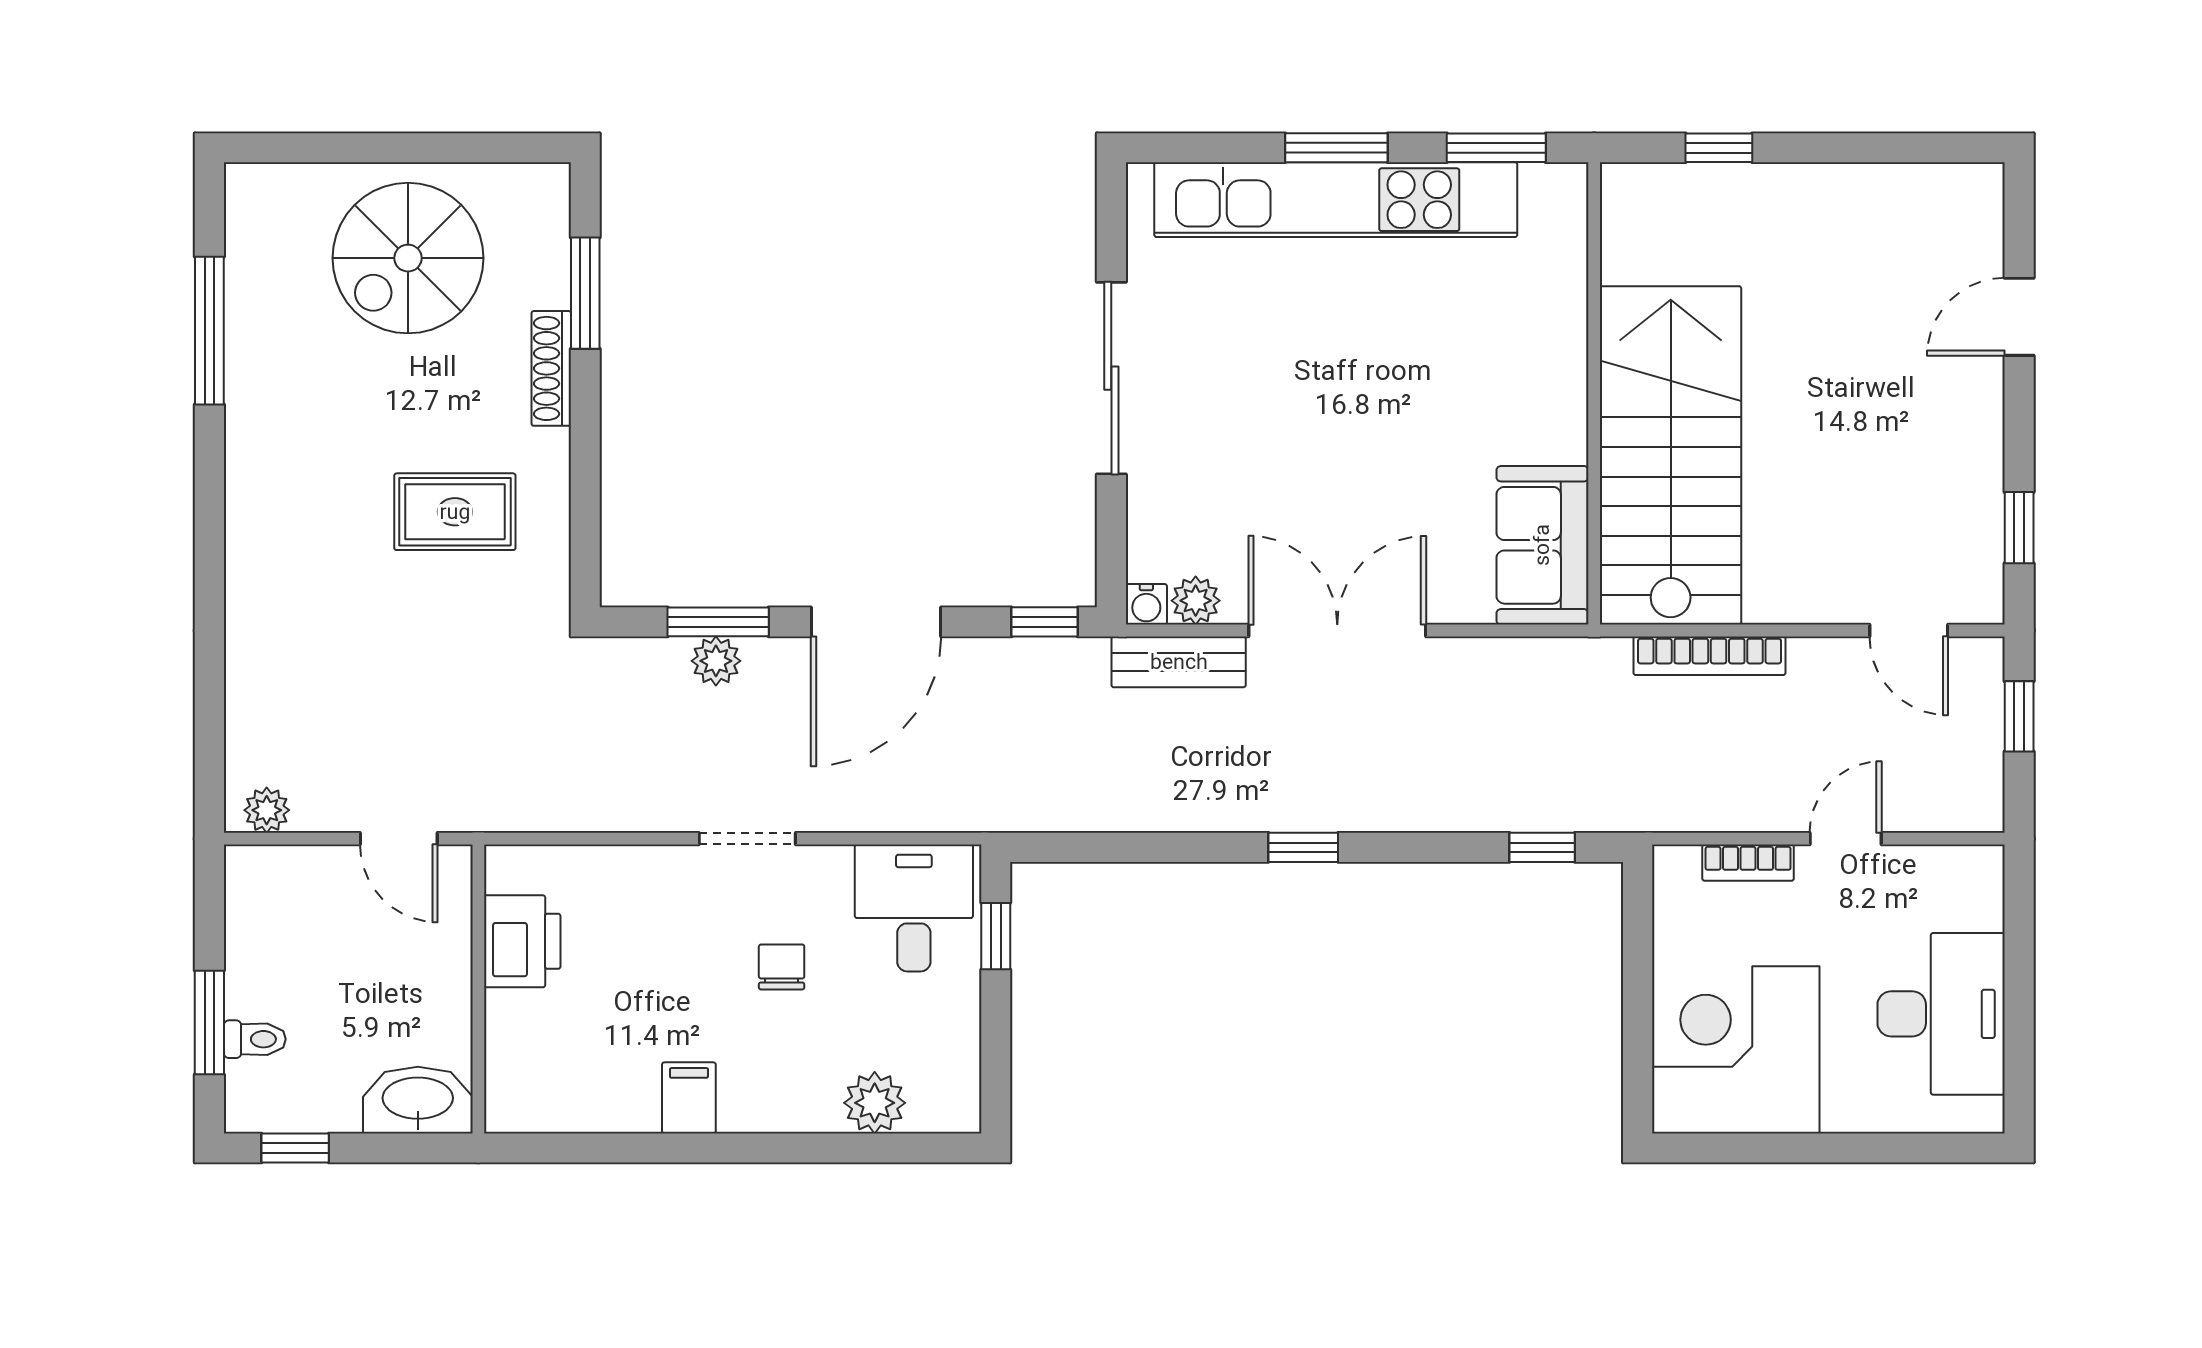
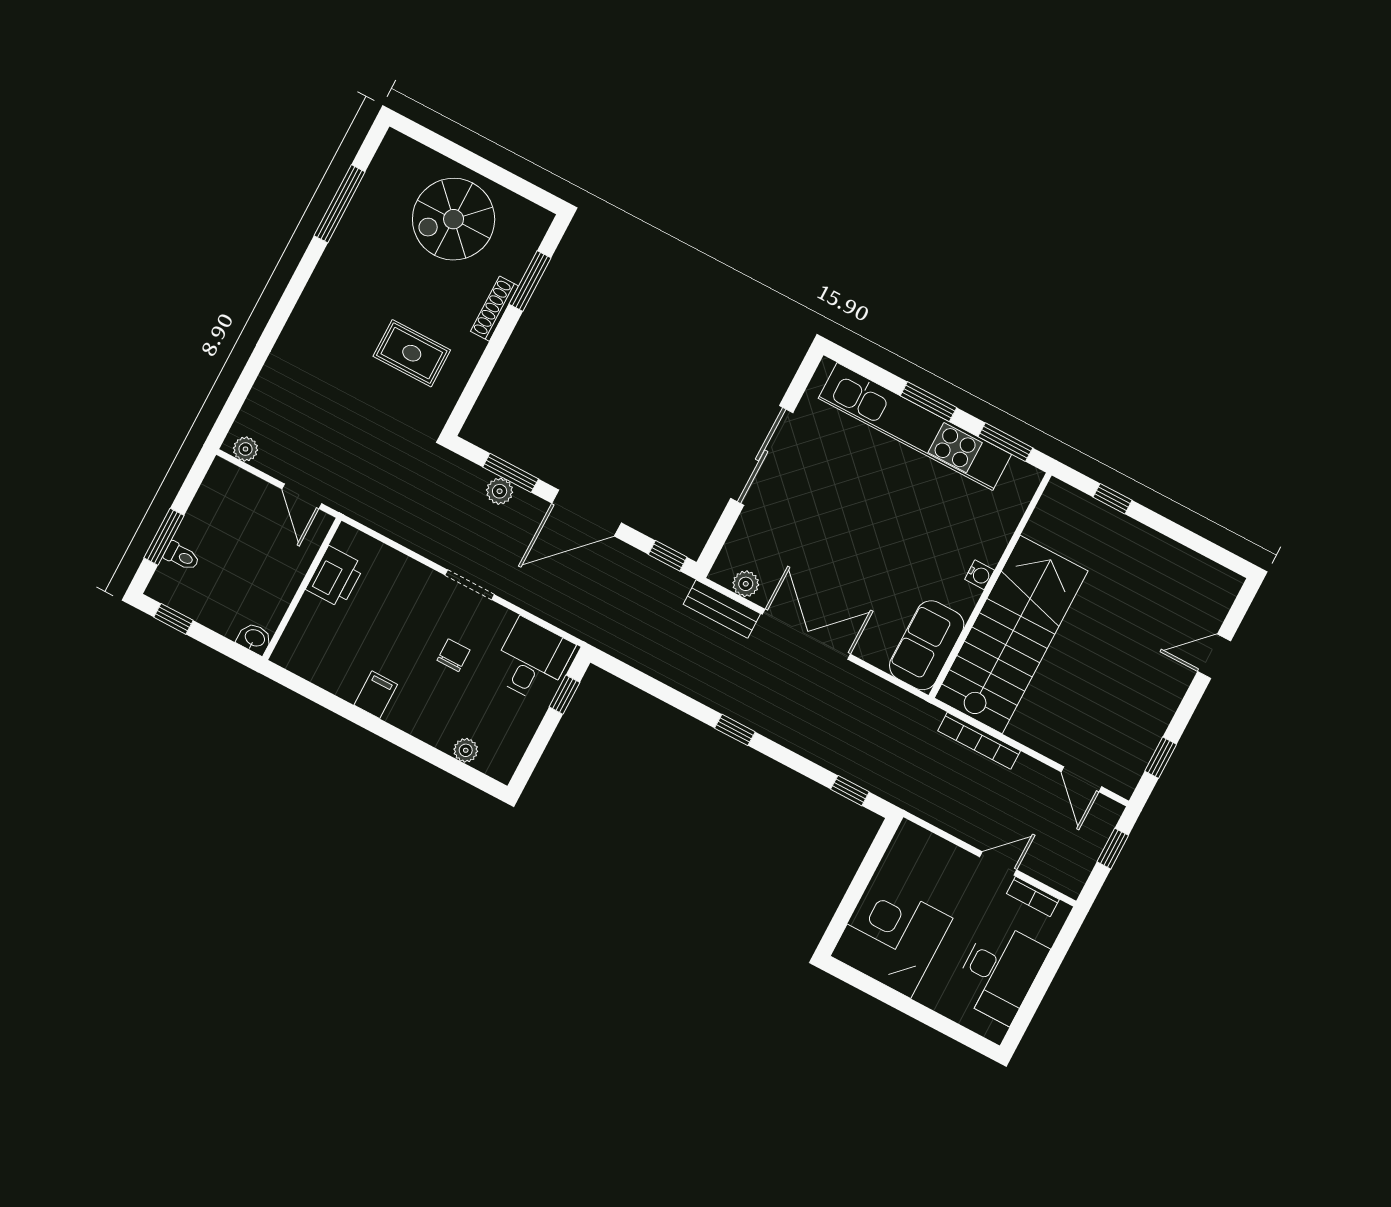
water cooler: (1146, 604) -> (980, 575), moved, turned -90
bookcase: (1748, 863) -> (1033, 896), moved
washbasin: (418, 1100) -> (255, 638), width x0.52, depth x0.69
plant: (875, 1103) -> (466, 750), width x0.73, depth x0.73

